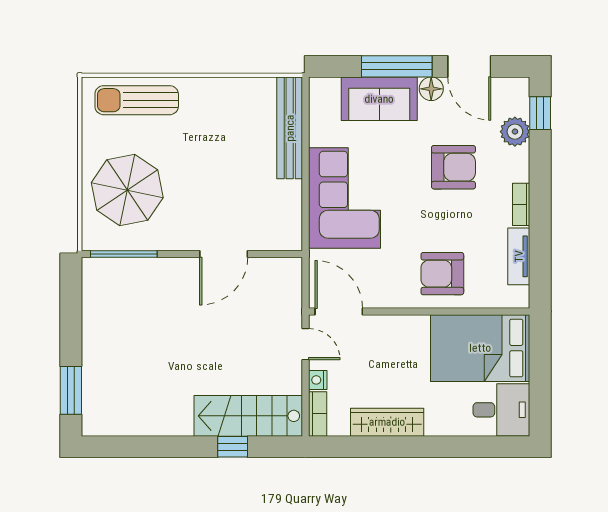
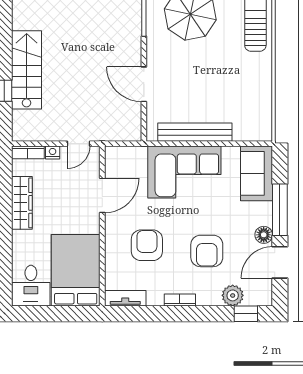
sofa: (379, 99) -> (256, 173), moved
bench: (290, 128) -> (195, 132), moved
tv unit: (519, 256) -> (125, 298), moved
armchair: (442, 274) -> (147, 245), moved
door: (339, 311) -> (102, 195), moved
stairs: (248, 416) -> (27, 70), moved

